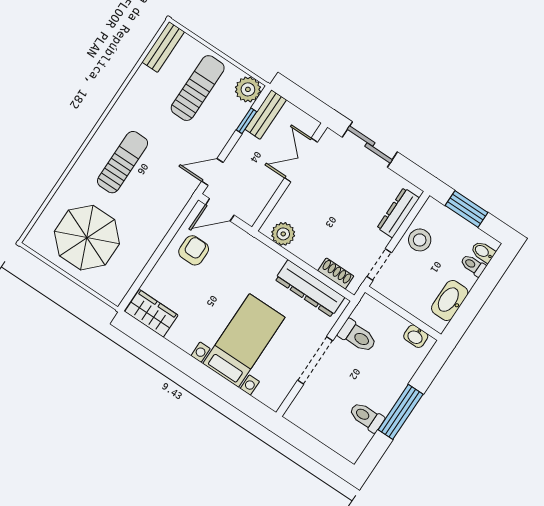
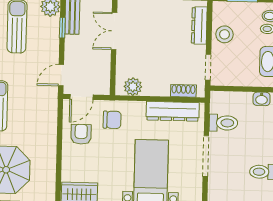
chair: (238, 256) -> (112, 120), added

